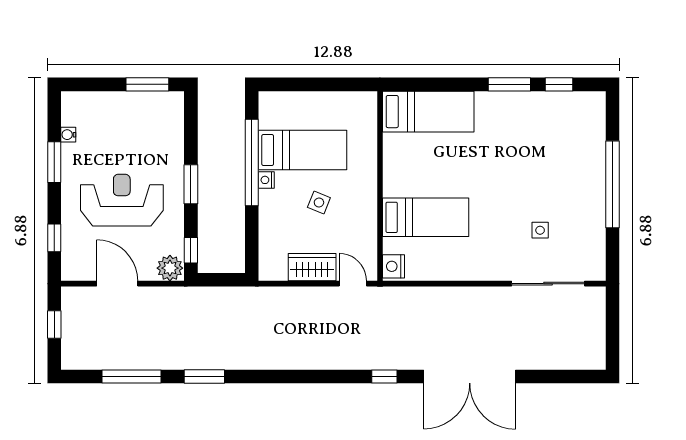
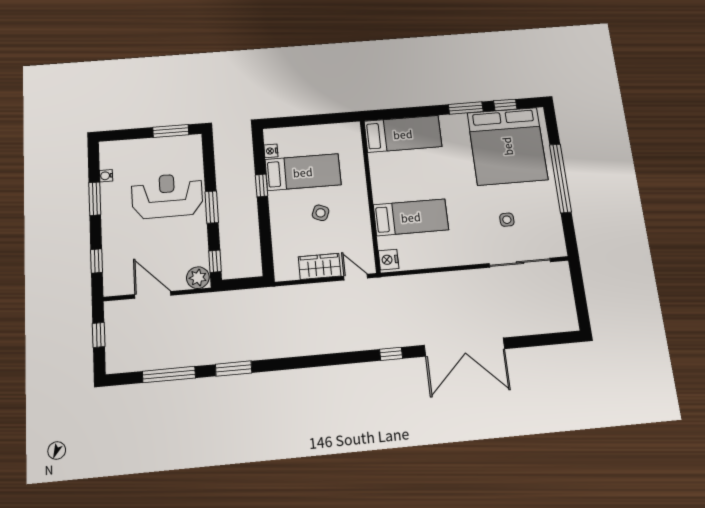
bed: (554, 138) -> (507, 146), added
window: (252, 163) -> (262, 185), width x0.32
nightstand: (266, 180) -> (271, 151), moved
reception desk: (122, 200) -> (167, 196), moved

